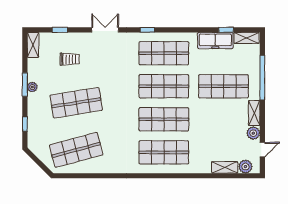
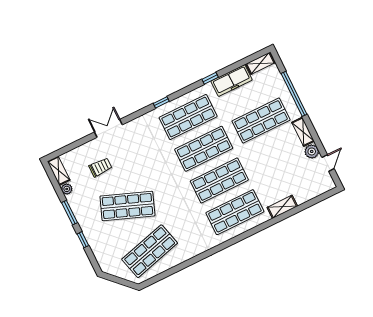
window: (60, 30) -> (77, 144), removed
double door: (105, 30) -> (108, 128), moved
window: (226, 30) -> (210, 78), moved
plant: (32, 87) -> (67, 189), moved
shop shelf: (76, 103) -> (127, 206), turned 30
window: (25, 124) -> (83, 240), moved
shelving: (225, 167) -> (282, 207), moved
plant: (245, 167) -> (320, 187), removed

